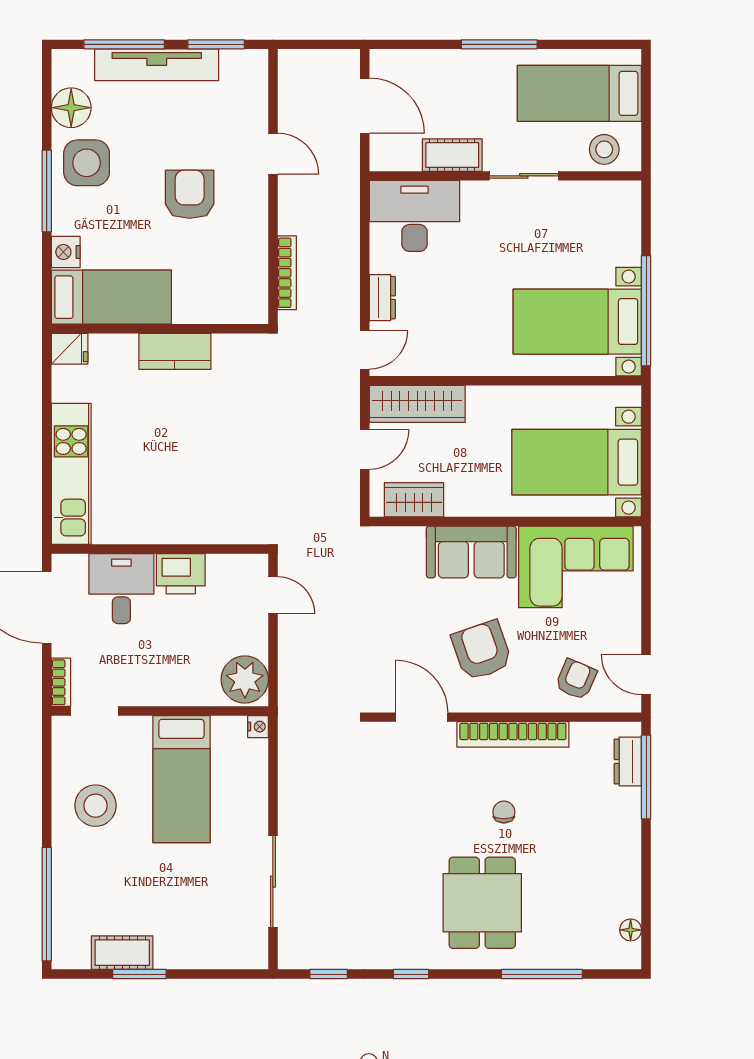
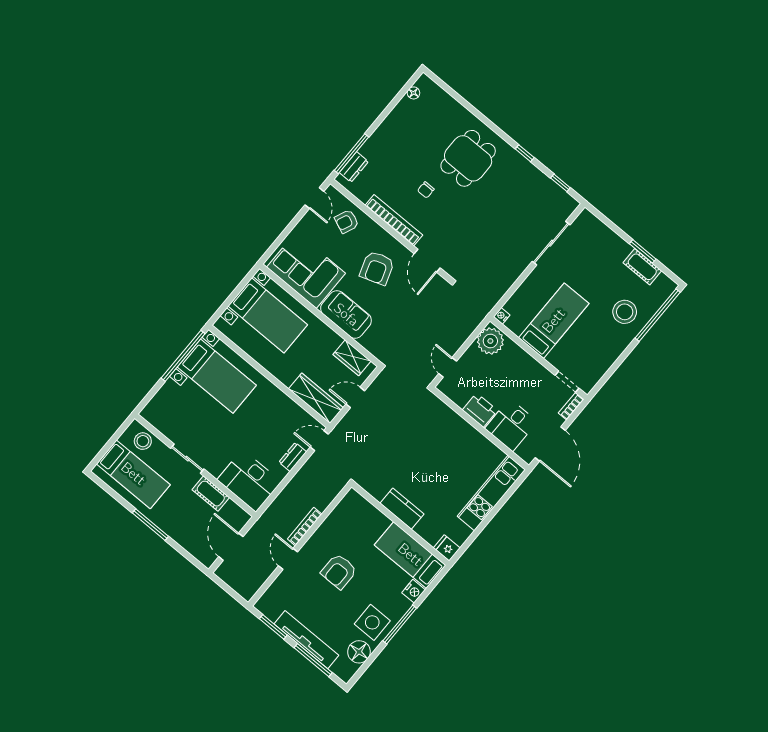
bookcase: (287, 273) -> (305, 527), moved
stool: (95, 806) -> (625, 312), moved
window: (542, 974) -> (468, 106), removed

